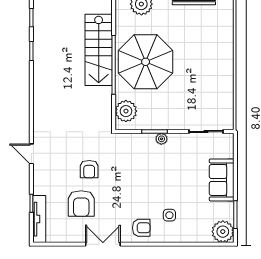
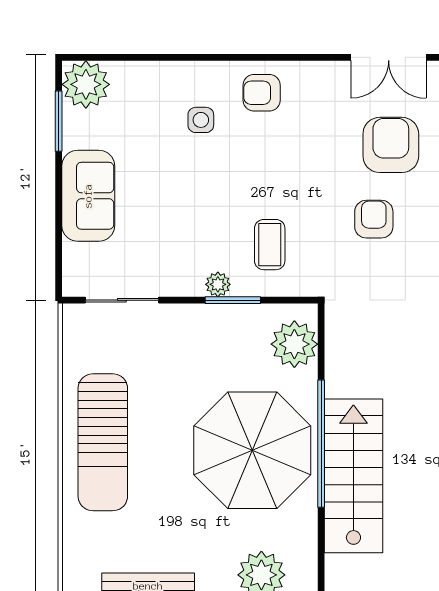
sun lounger: (215, 66) -> (103, 442), added
coffee table: (137, 157) -> (270, 245), added
double door: (103, 244) -> (389, 57), moved

